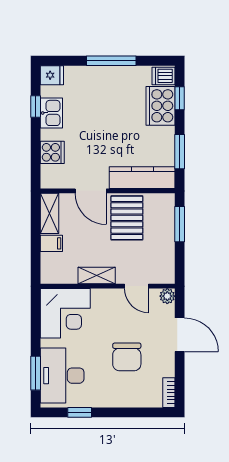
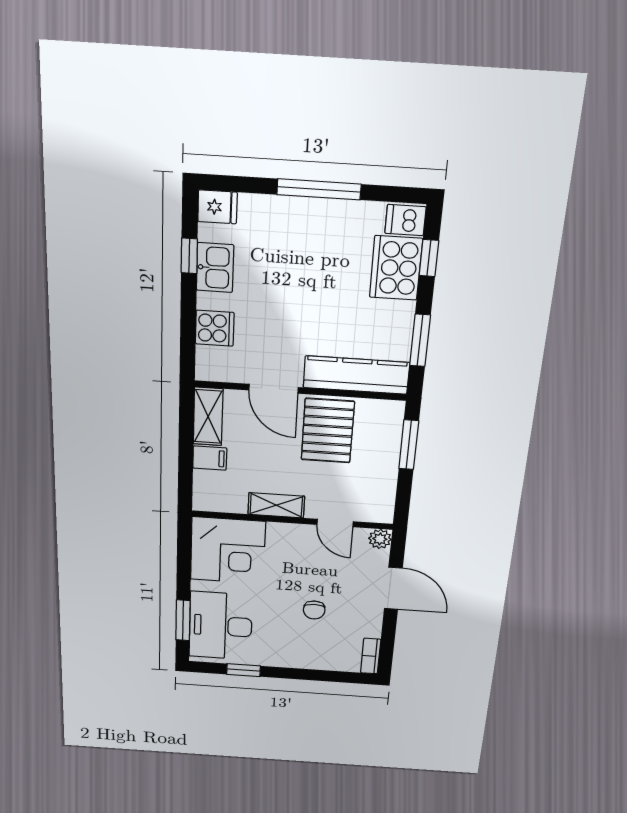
chair: (127, 357) -> (314, 610), width x0.54, depth x0.54

